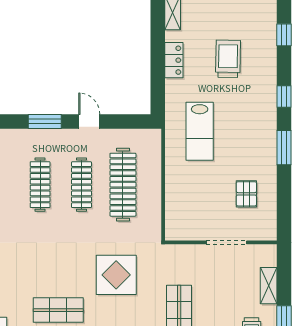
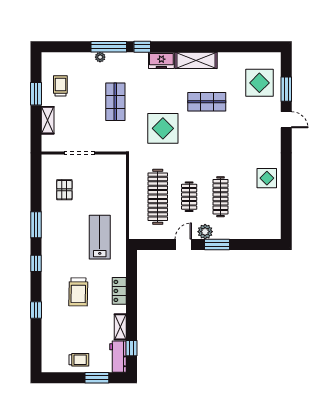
door: (89, 122) -> (183, 244), swing flipped
plant: (60, 139) -> (205, 232), added
clothes rail: (82, 185) -> (189, 197), width x0.73

